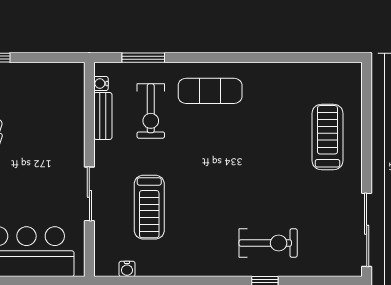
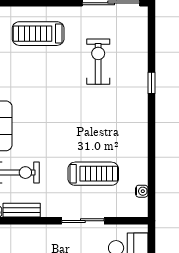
exercise bike: (268, 243) -> (98, 62), moved

